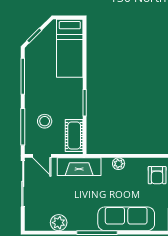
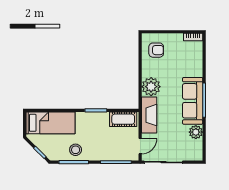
stool: (45, 121) -> (76, 150), moved
plant: (119, 164) -> (151, 87), width x1.88, depth x1.88
sofa: (126, 219) -> (193, 101), moved

